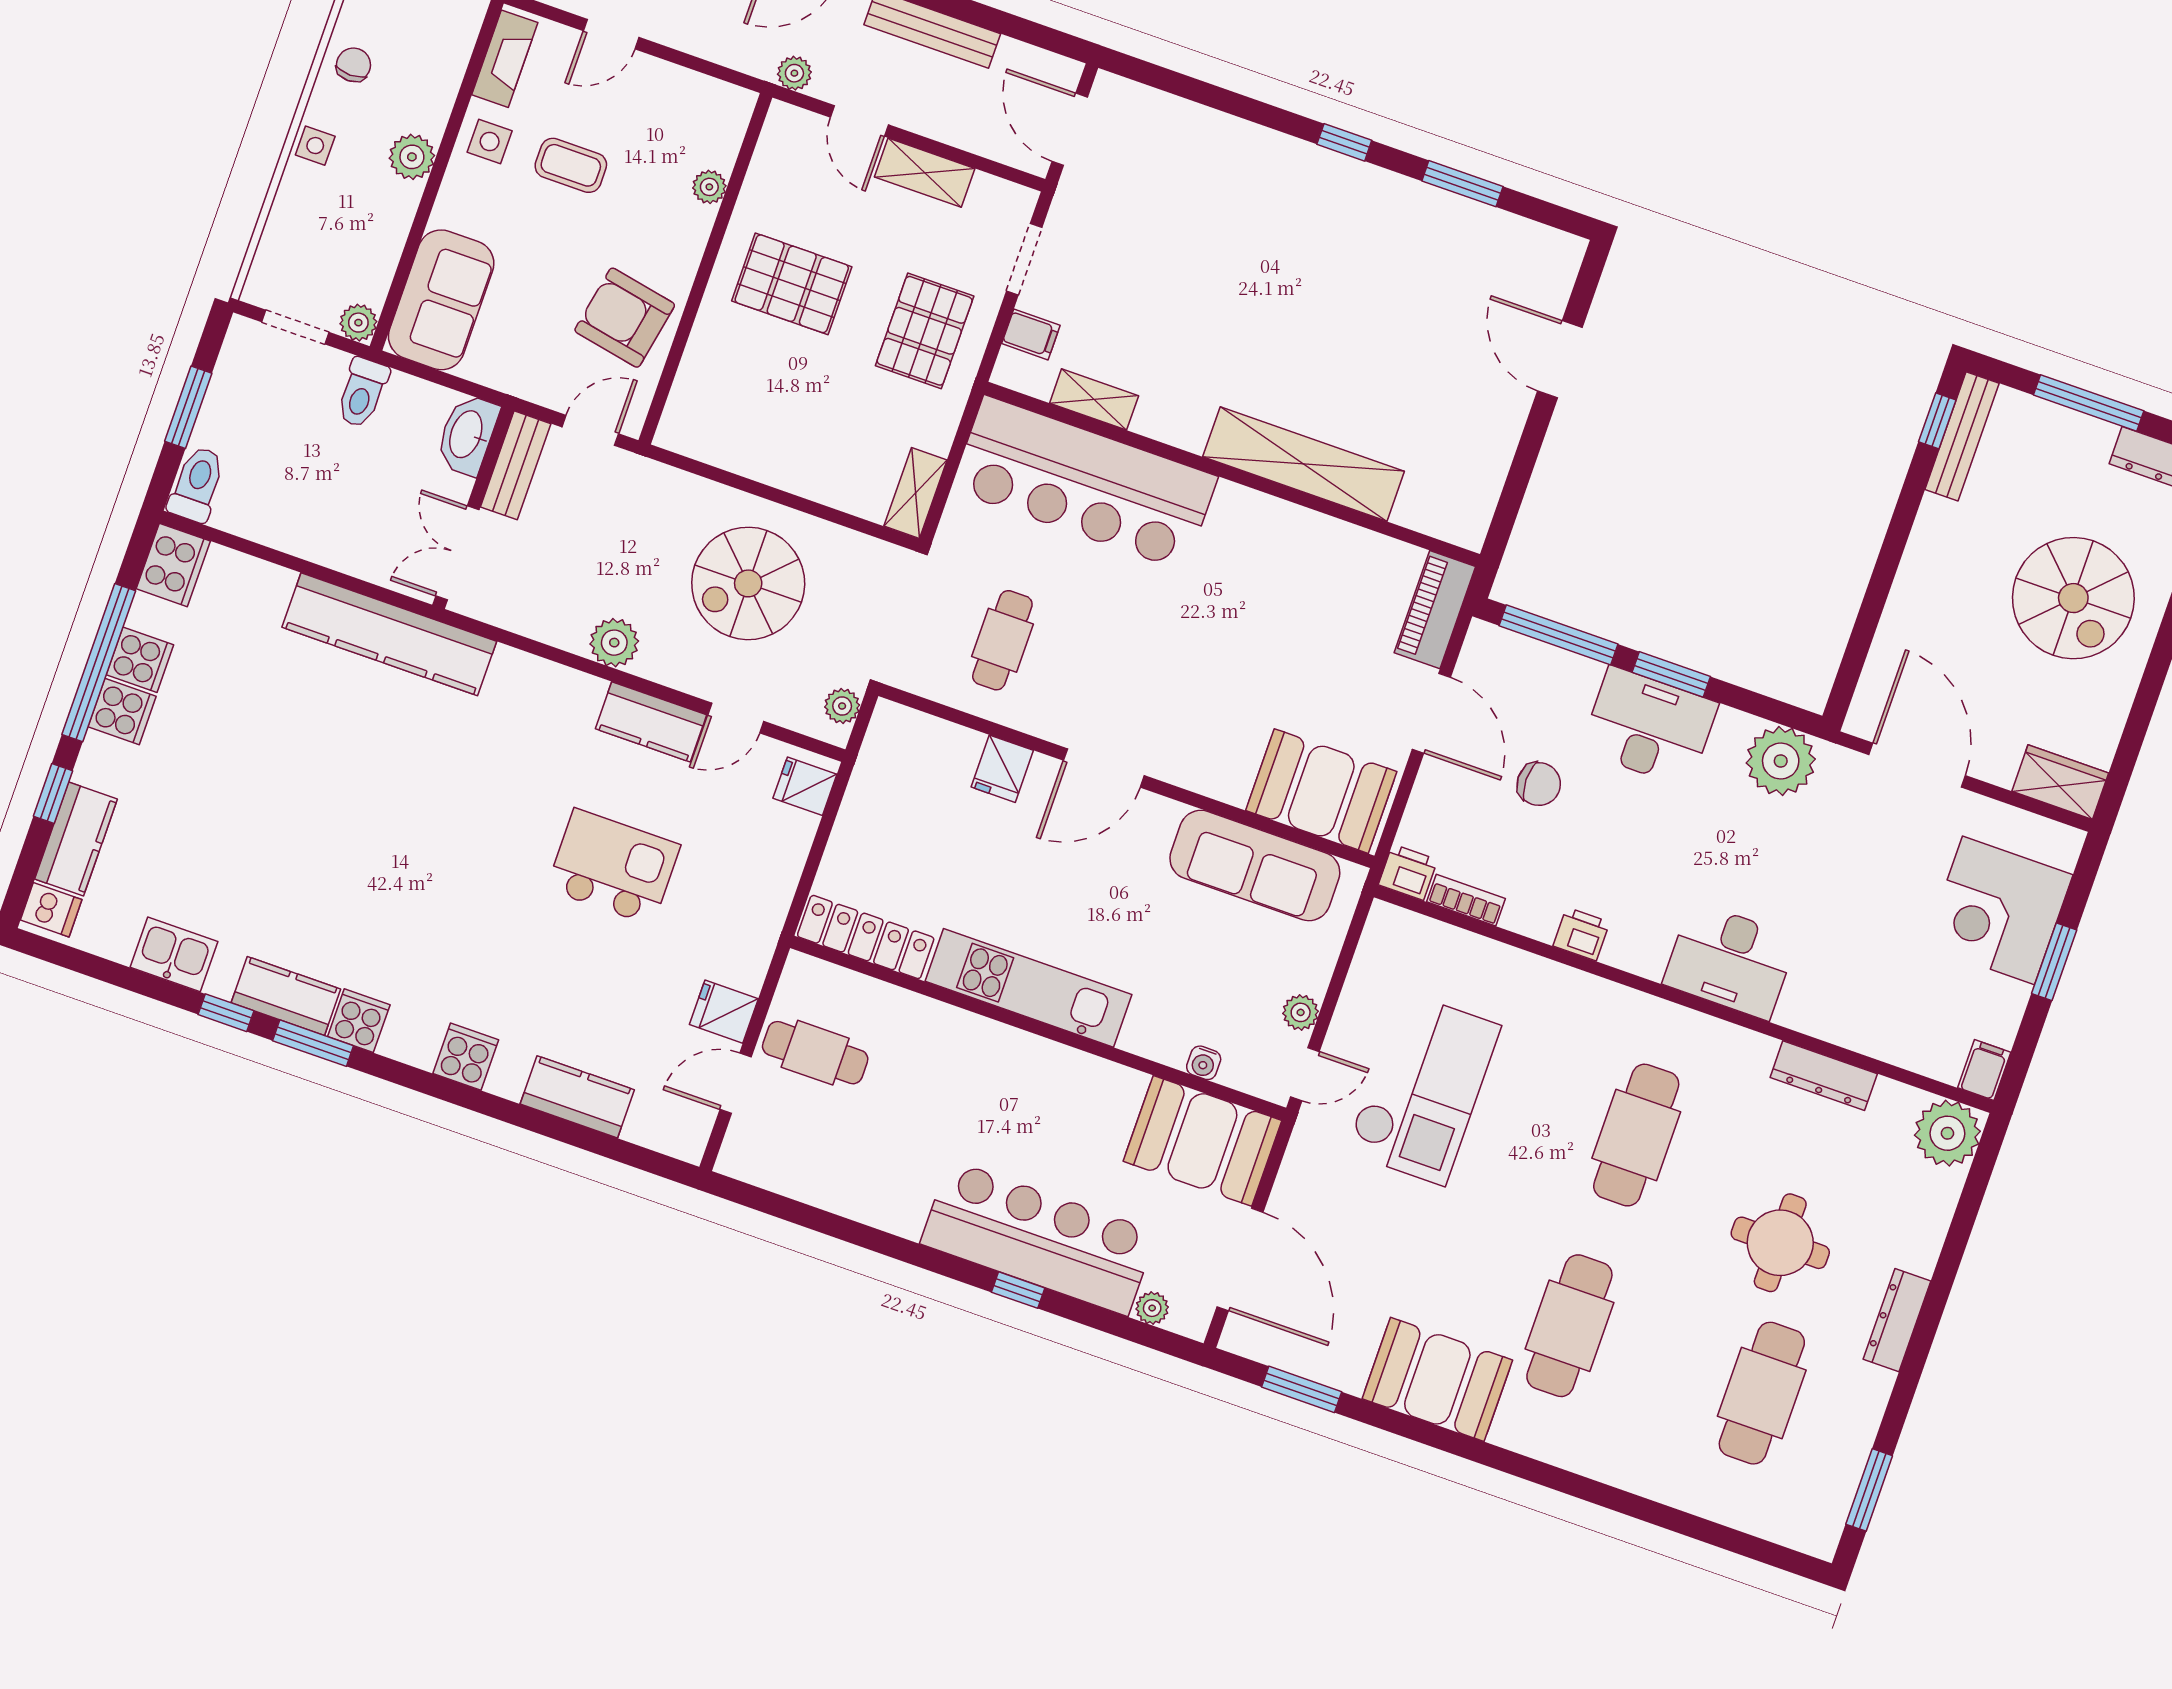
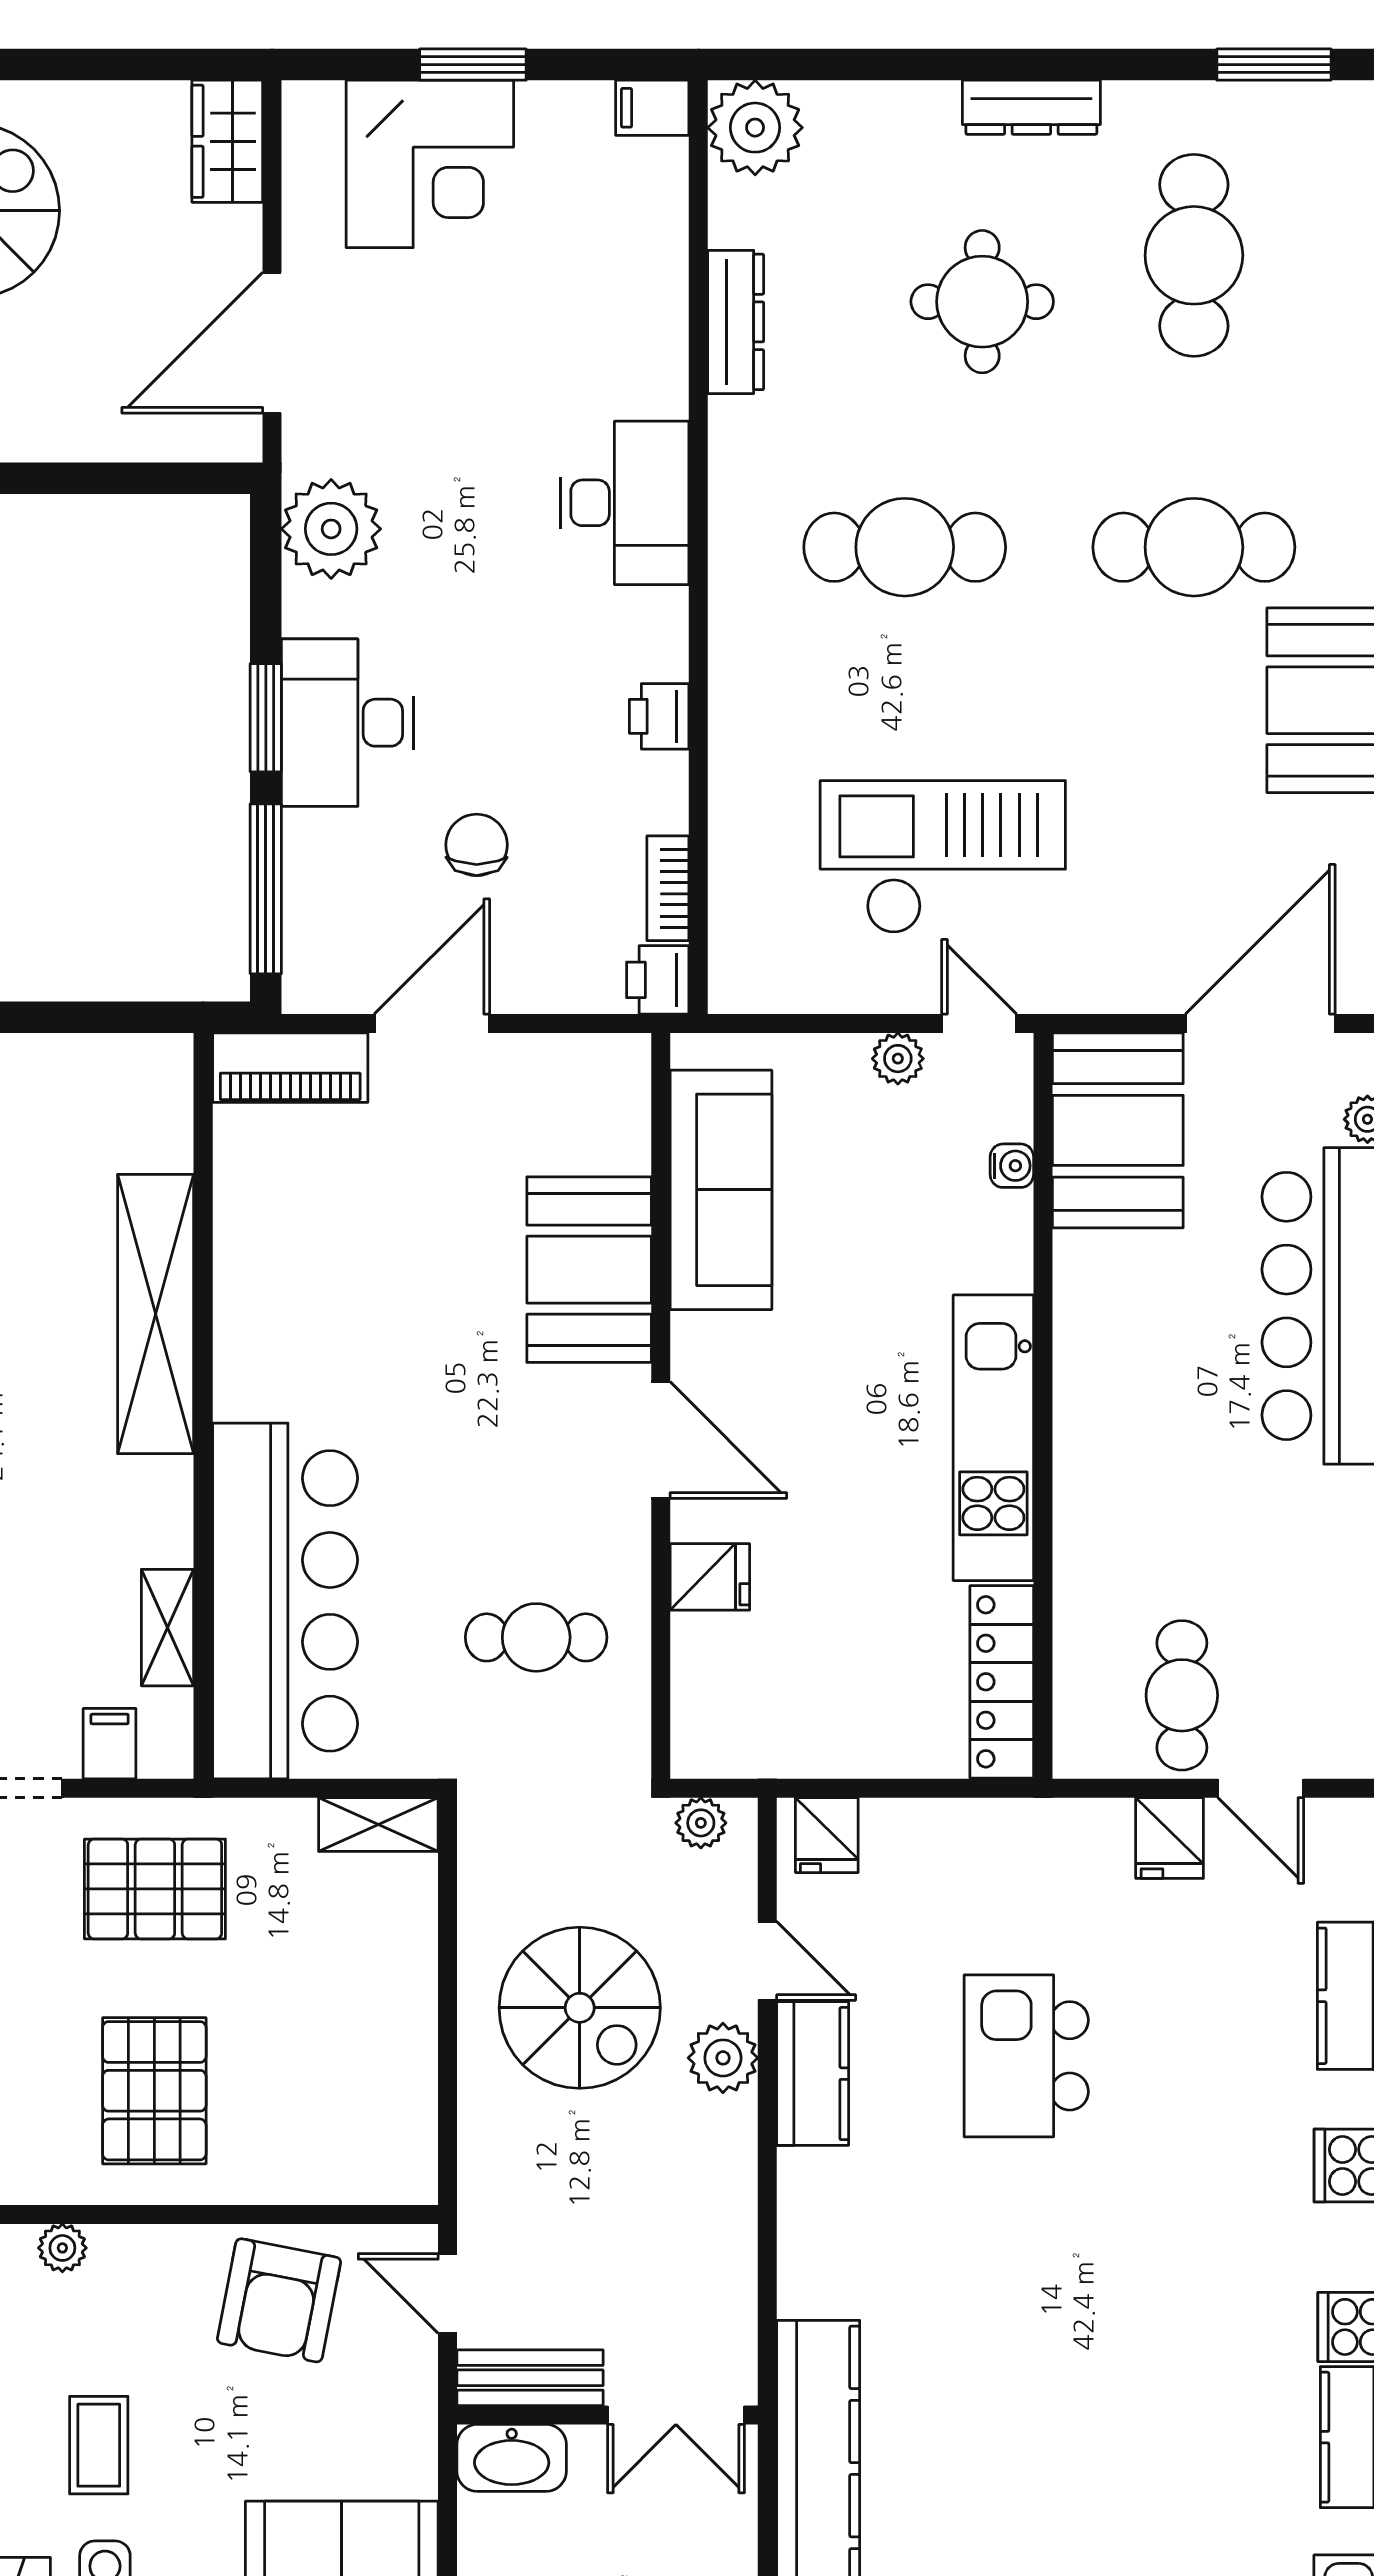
plant: (614, 643) -> (723, 2058), moved
booth: (1321, 791) -> (589, 1270), moved
cafe table: (1762, 1393) -> (1194, 255), turned 90

